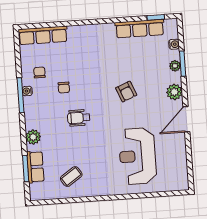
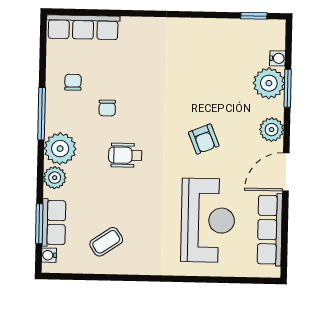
row of seats: (140, 29) -> (270, 230), moved, turned 90
plant: (175, 66) -> (269, 83), width x1.87, depth x1.87
water cooler: (27, 91) -> (49, 255), moved
armchair: (126, 92) -> (204, 139), moved
plant: (35, 117) -> (60, 149), added
reception desk: (138, 156) -> (208, 220), turned 180

